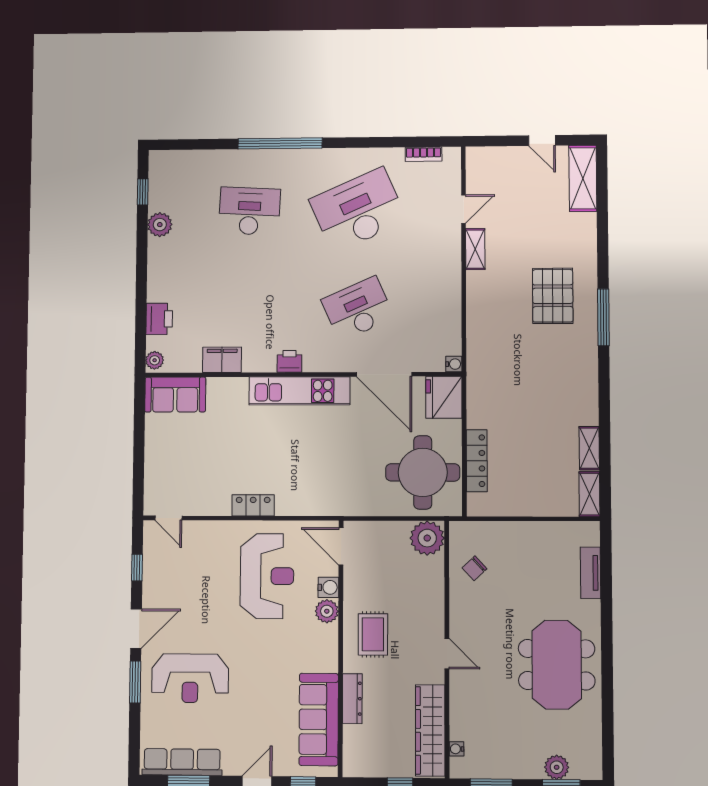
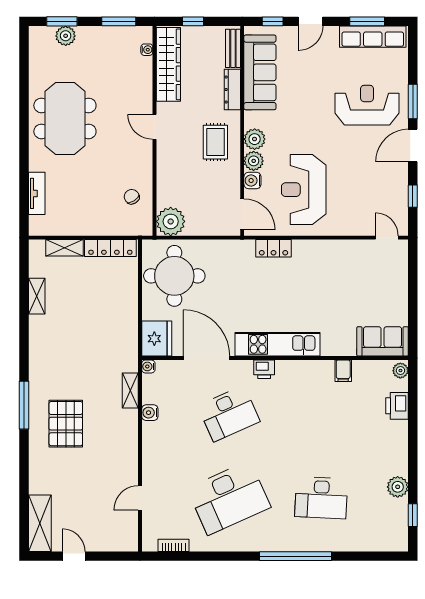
shelving: (475, 249) -> (130, 391), moved
water cooler: (452, 309) -> (150, 413), added
filing cabinet: (222, 360) -> (343, 371), width x0.50
printer: (289, 361) -> (264, 369), moved
locker: (477, 461) -> (110, 248), moved, turned -90
shelving: (589, 494) -> (64, 248), moved, turned 90
locker: (253, 505) -> (274, 248), moved
chair: (474, 568) -> (132, 197), turned -80
plant: (326, 638) -> (255, 139), added
bench: (351, 749) -> (233, 48), added

